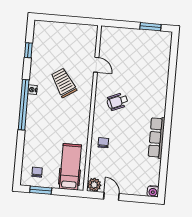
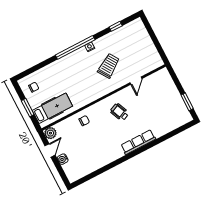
row of seats: (157, 138) -> (138, 142), moved
window: (41, 190) -> (28, 108), moved
water cooler: (153, 191) -> (63, 159), moved

